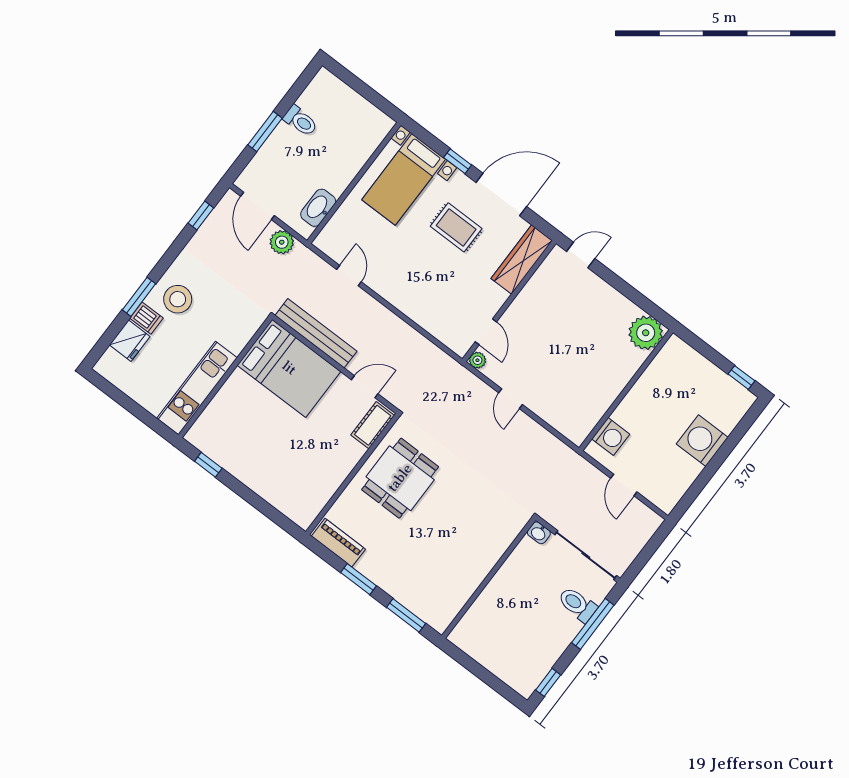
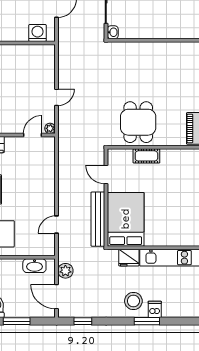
door: (257, 206) -> (57, 297), swing flipped
fridge: (130, 341) -> (129, 258), moved, turned 180
cot: (373, 425) -> (146, 156), moved
dining table: (400, 478) -> (138, 122), turned 90

